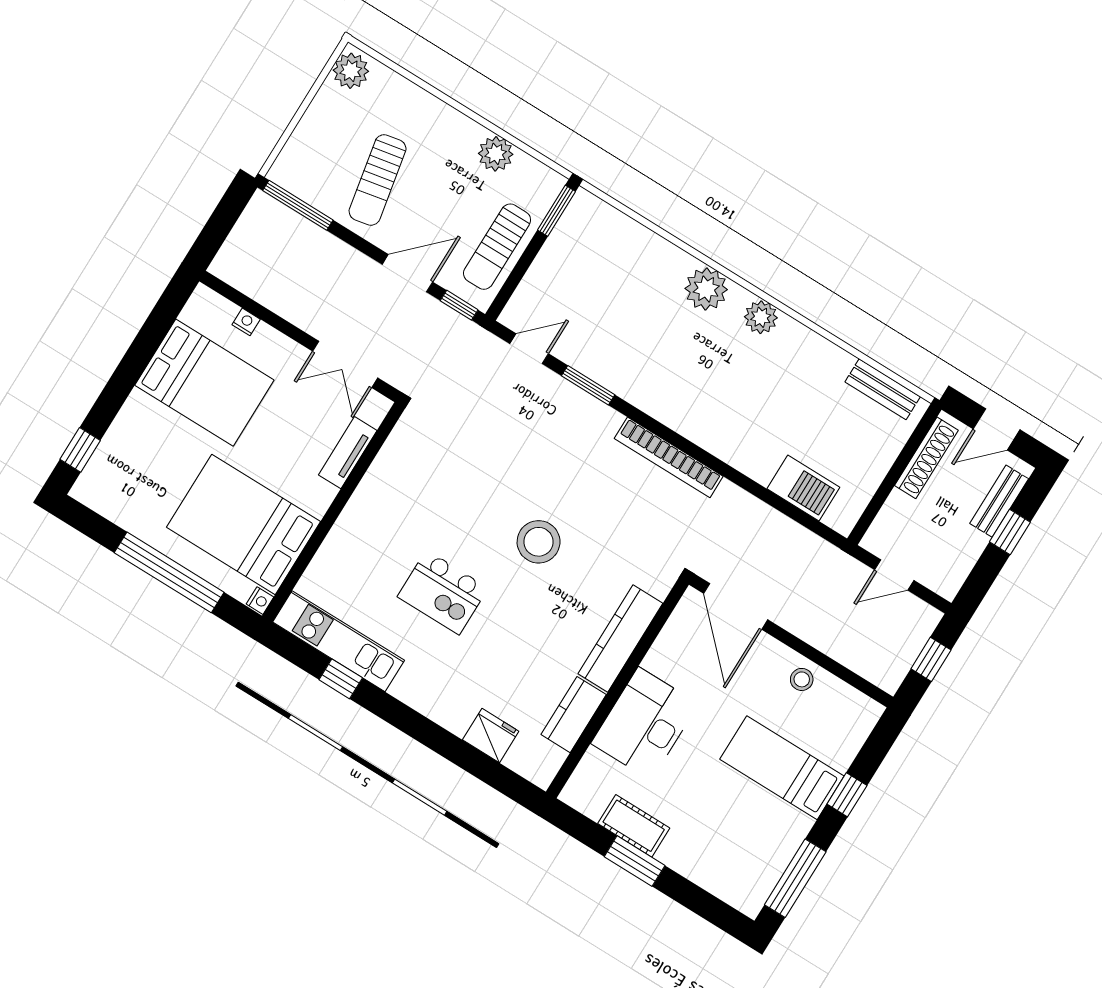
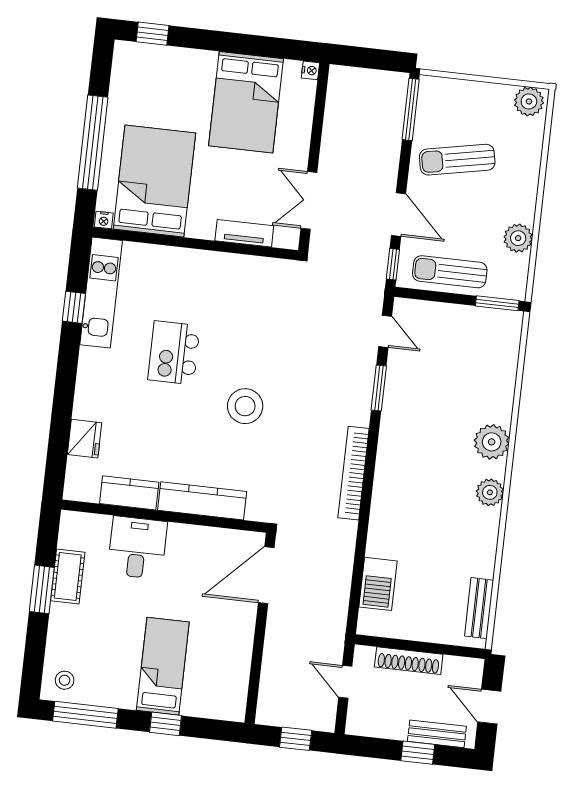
nightstand: (246, 322) -> (310, 70), moved
shoe rack: (926, 458) -> (409, 661), moved
stool: (802, 679) -> (65, 680), moved
desk: (645, 724) -> (137, 548), width x0.73

